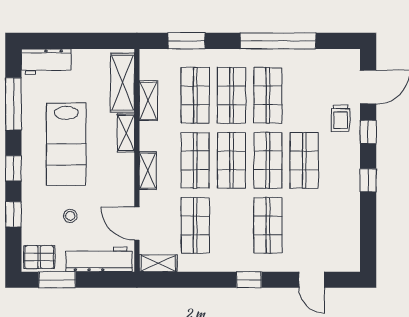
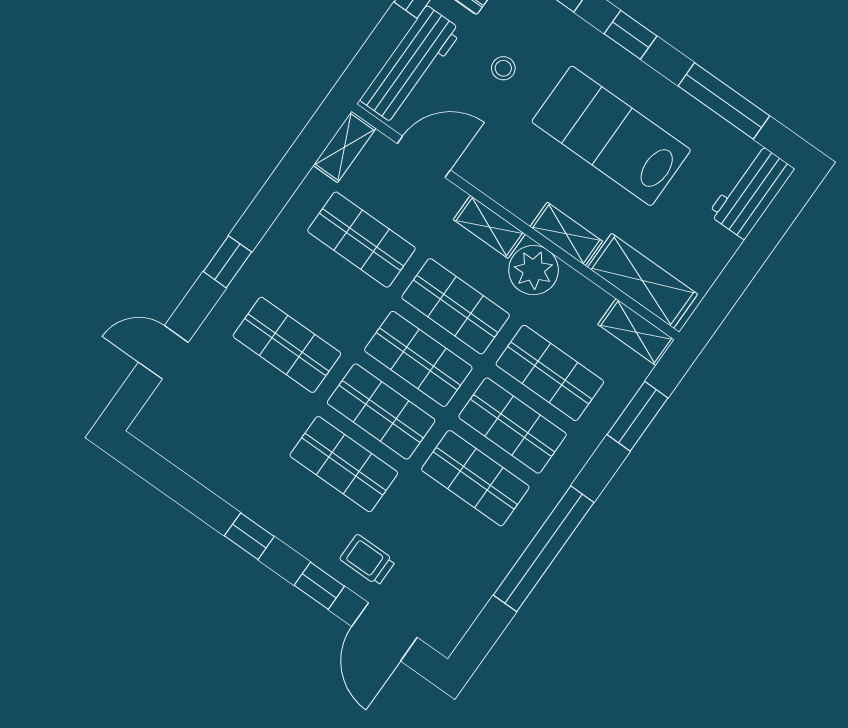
shelving: (148, 101) -> (636, 332), moved
plant: (153, 136) -> (534, 270), added

